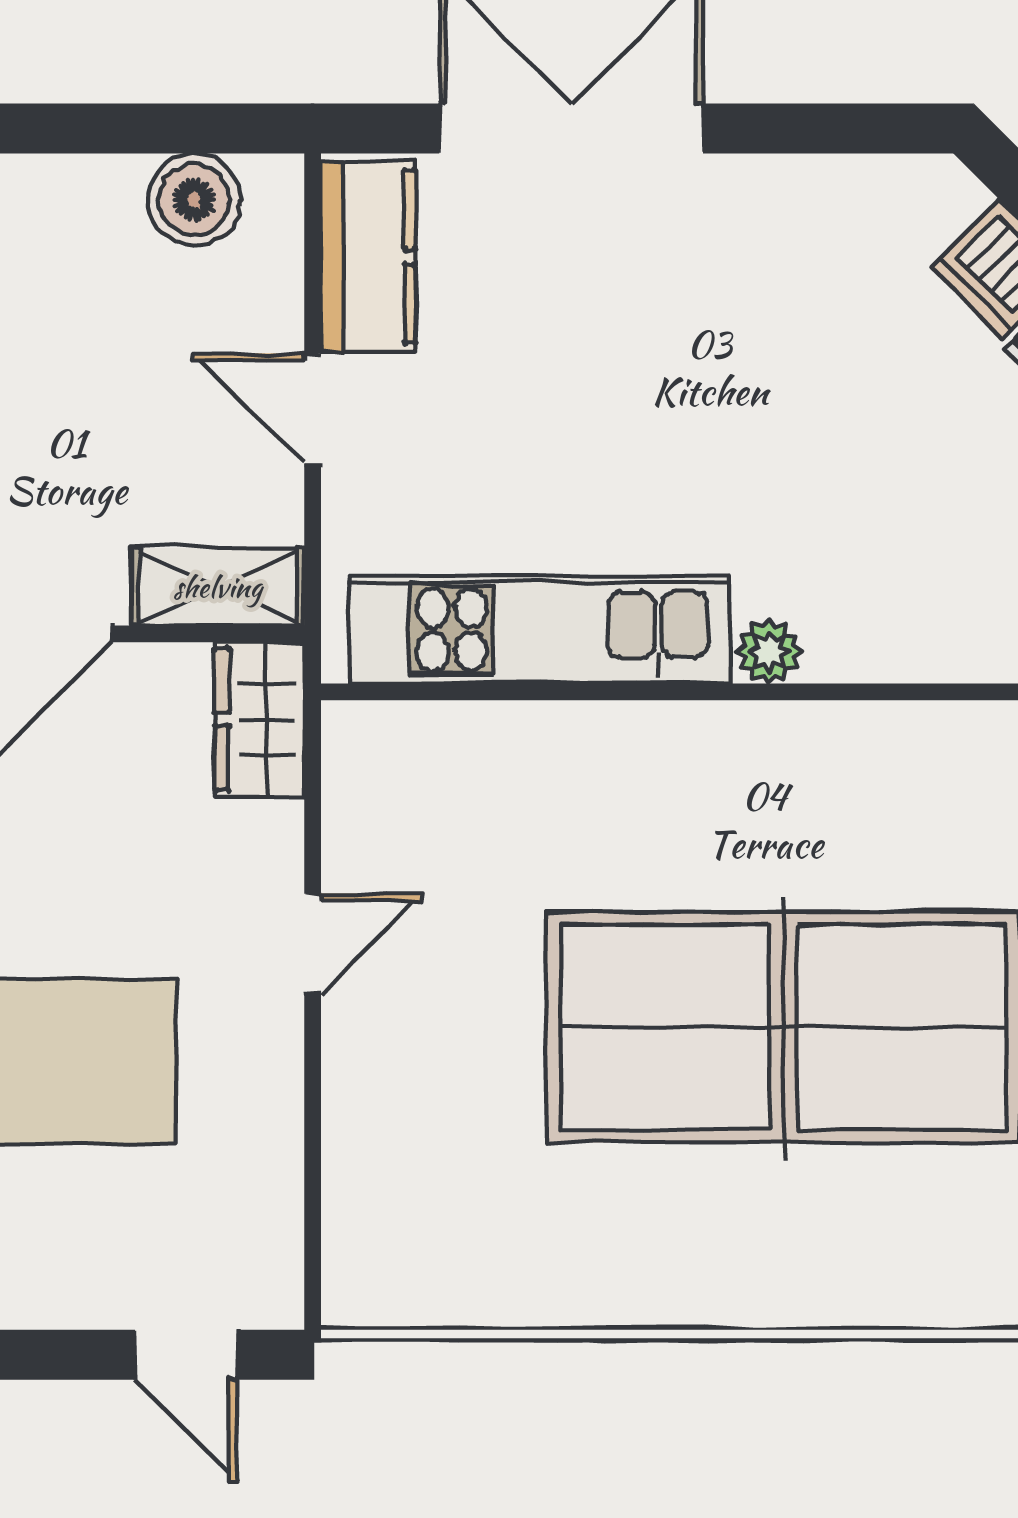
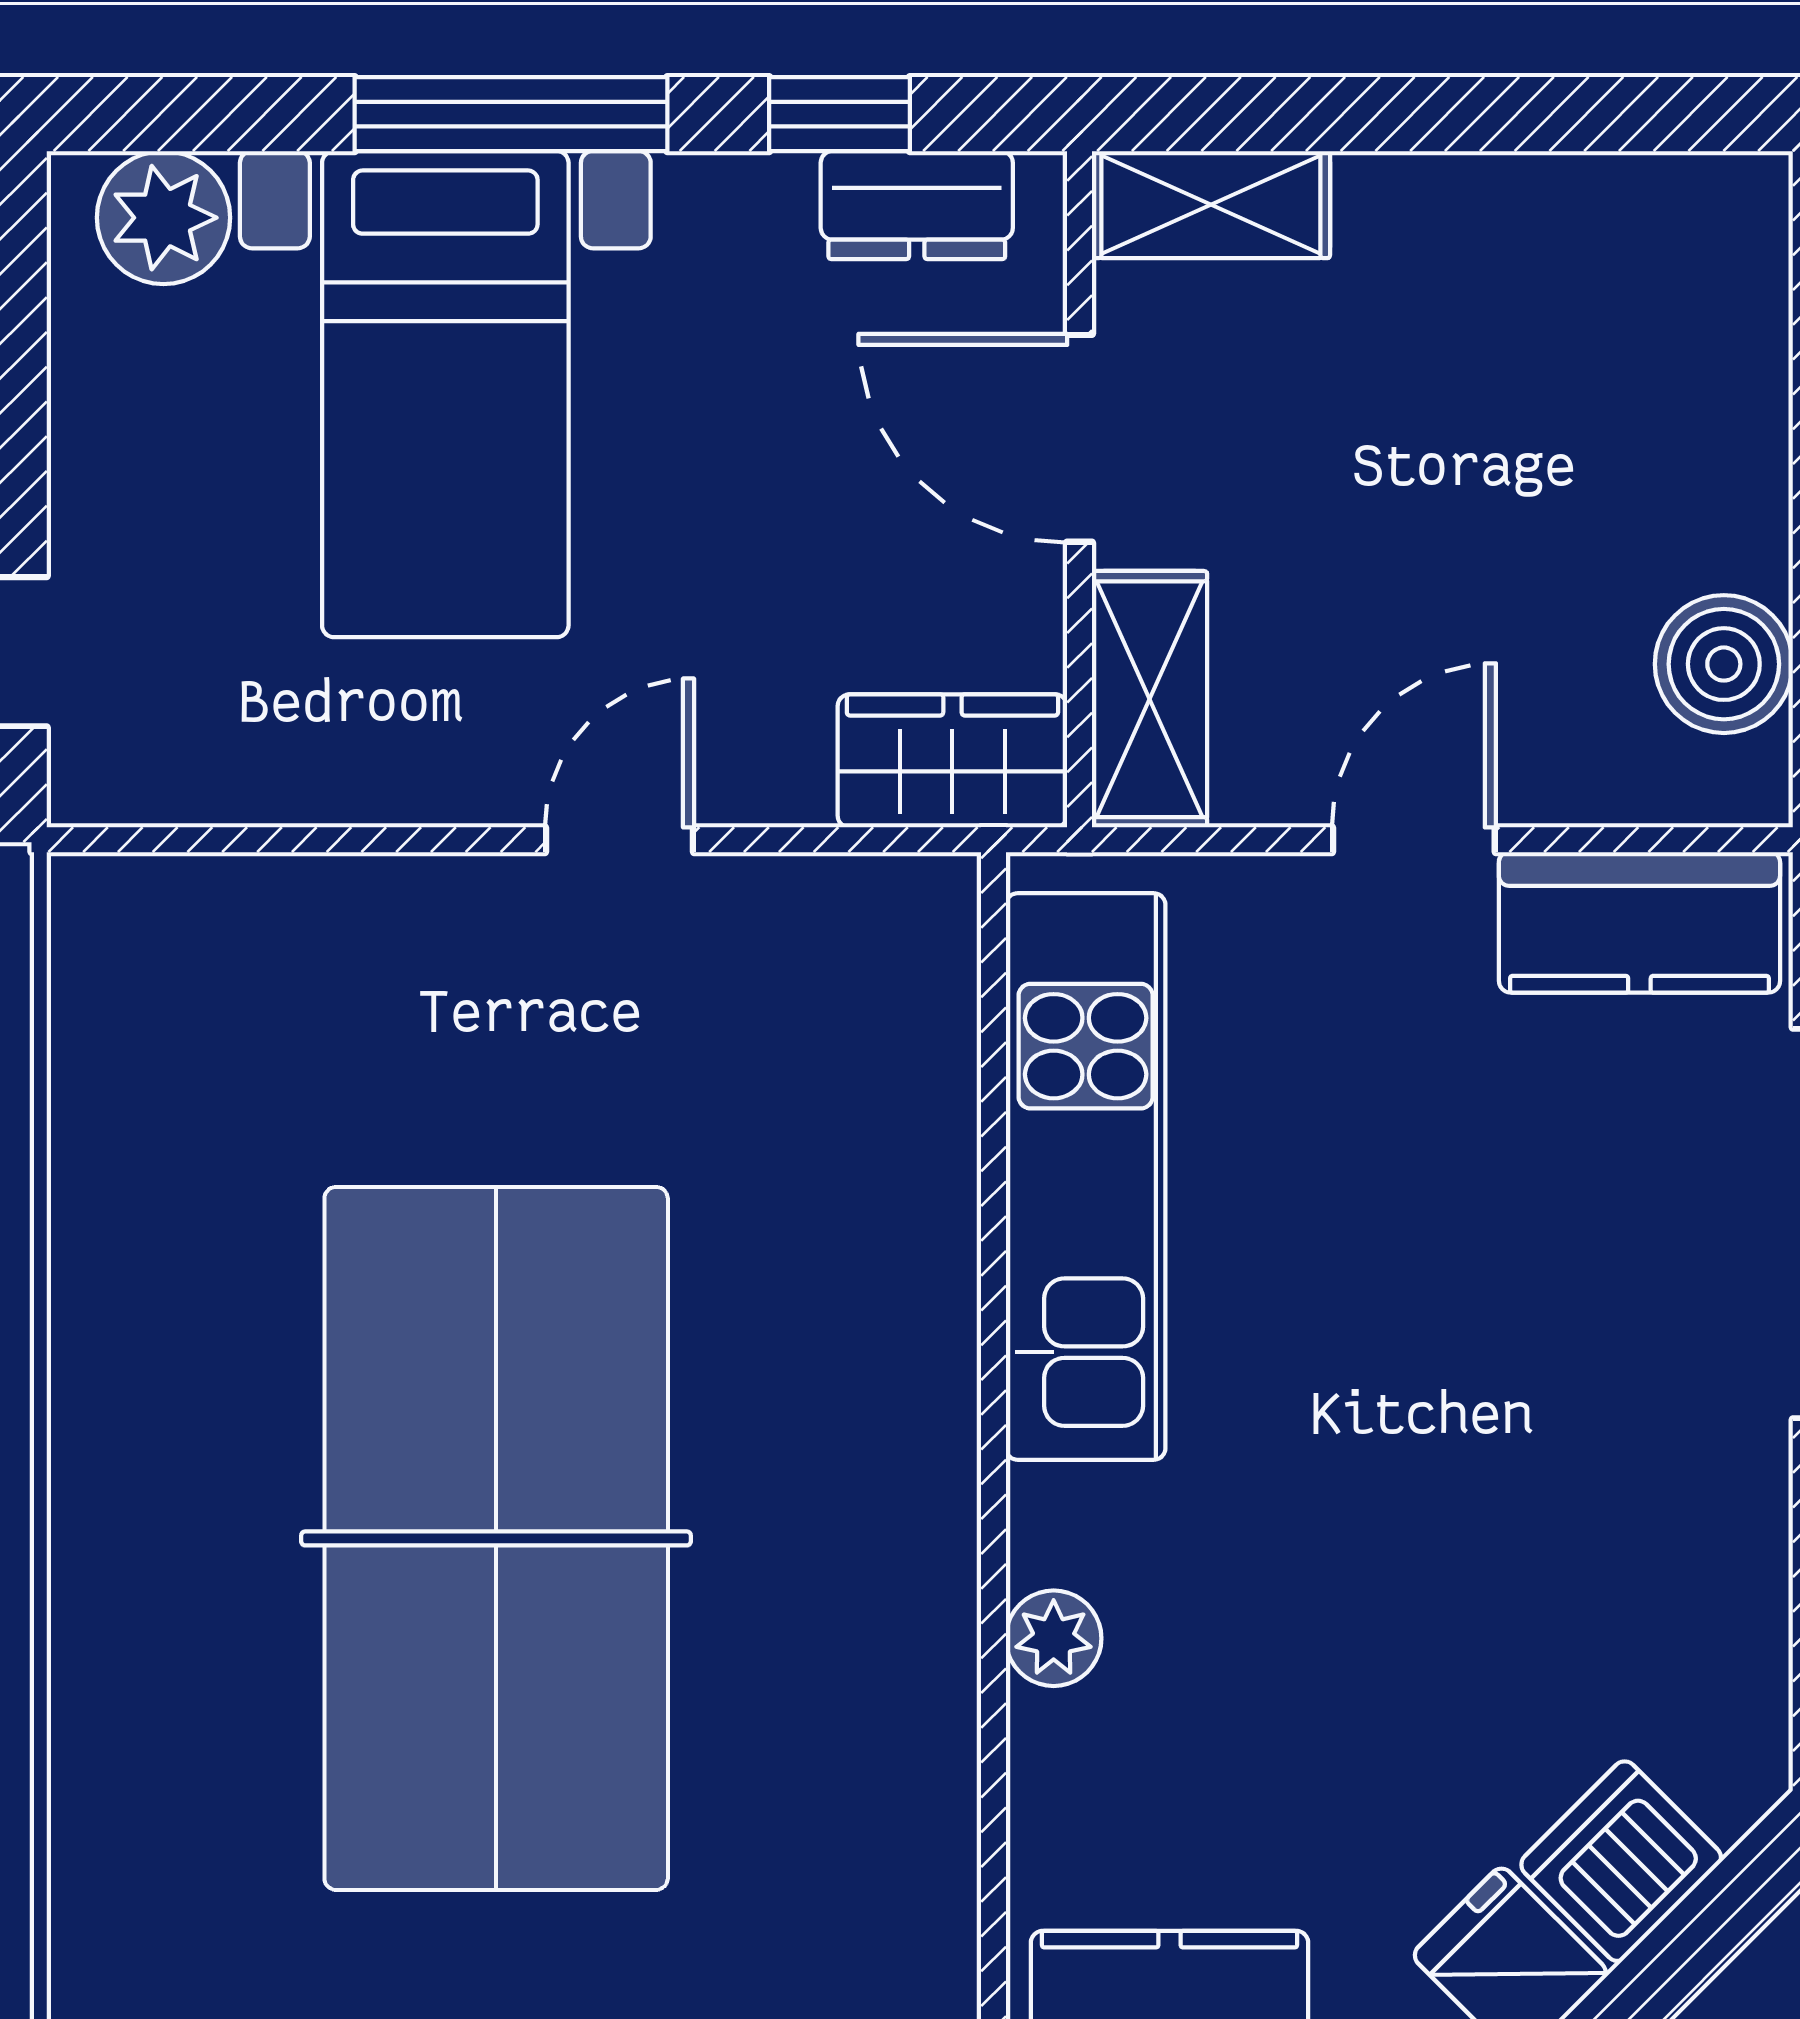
plant: (769, 651) -> (1054, 1638), moved
door: (313, 944) -> (620, 840), swing flipped

